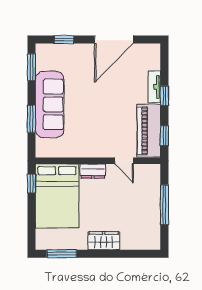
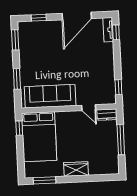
tv unit: (154, 87) -> (108, 30), moved
window: (164, 96) -> (116, 32), moved
sofa: (50, 104) -> (50, 96), moved, turned -90
piano: (149, 131) -> (107, 84), removed
dresser: (93, 171) -> (107, 115), moved

